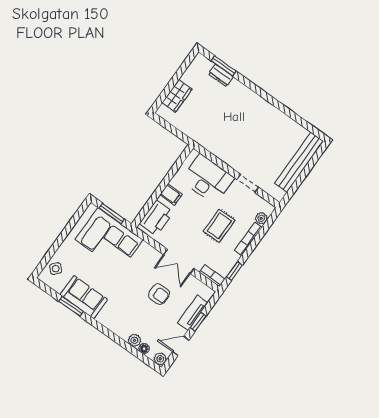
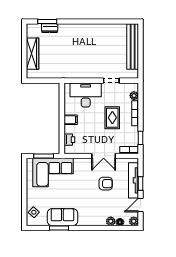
wardrobe: (177, 96) -> (32, 54), width x1.50
printer: (156, 218) -> (69, 140), width x0.53, depth x0.68
tv unit: (193, 313) -> (134, 180), width x1.41

